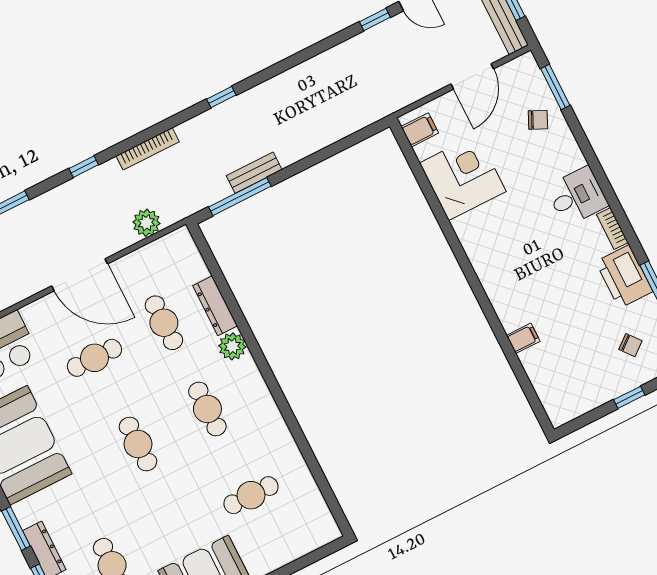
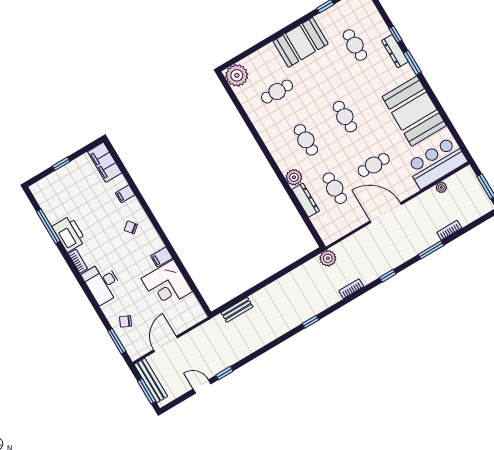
filing cabinet: (420, 130) -> (162, 257), moved
bookcase: (148, 149) -> (351, 289), width x0.64
bench: (254, 173) -> (237, 310), moved
desk: (577, 196) -> (102, 283), width x1.37
window: (240, 197) -> (296, 265), removed
plant: (146, 223) -> (328, 258), moved
chair: (630, 345) -> (131, 227), moved
filing cabinet: (555, 395) -> (105, 162), added
plant: (318, 528) -> (237, 75), added

